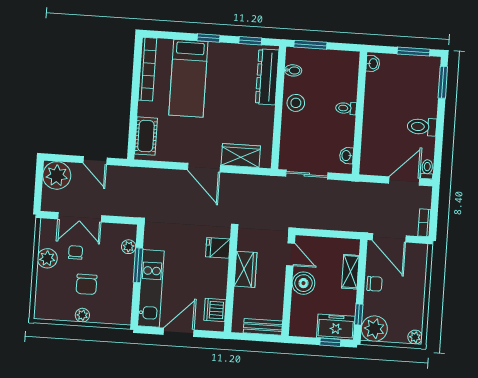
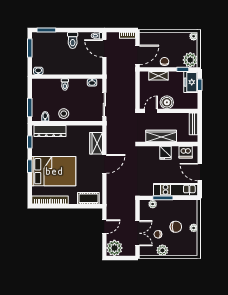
bed: (188, 78) -> (54, 171), width x1.50
fridge: (218, 248) -> (166, 153), moved
wardrobe: (246, 269) -> (161, 136), width x1.50

